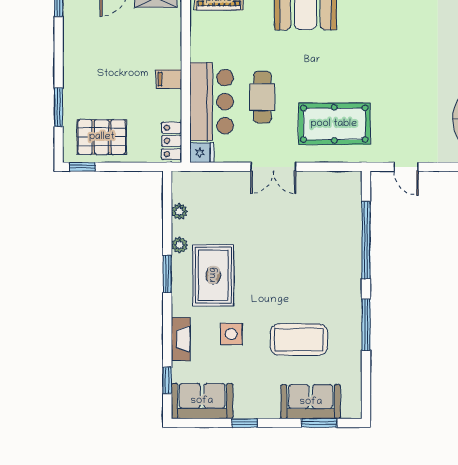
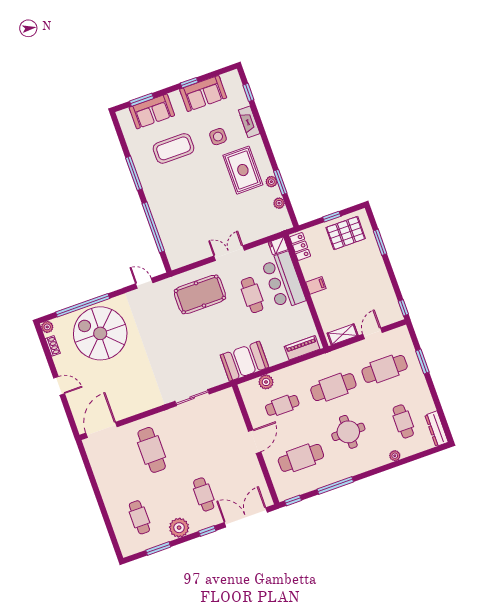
window: (82, 167) -> (332, 217), moved
window: (167, 274) -> (280, 182), moved
sofa: (202, 401) -> (203, 94), moved

